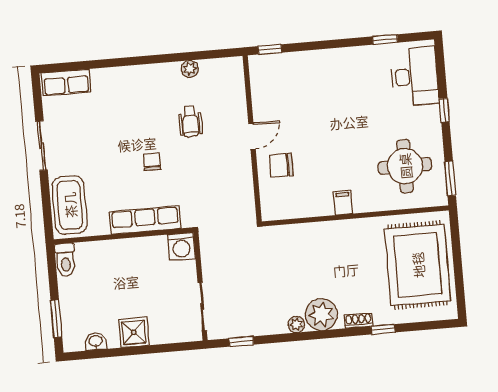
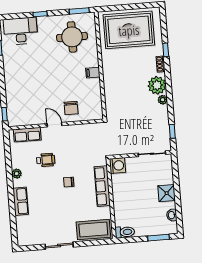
plant: (190, 69) -> (17, 174), moved
row of seats: (66, 83) -> (21, 201), moved
row of seats: (234, 89) -> (27, 135), added

